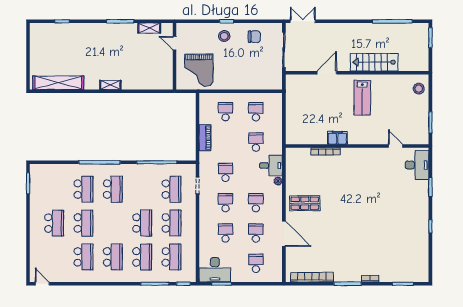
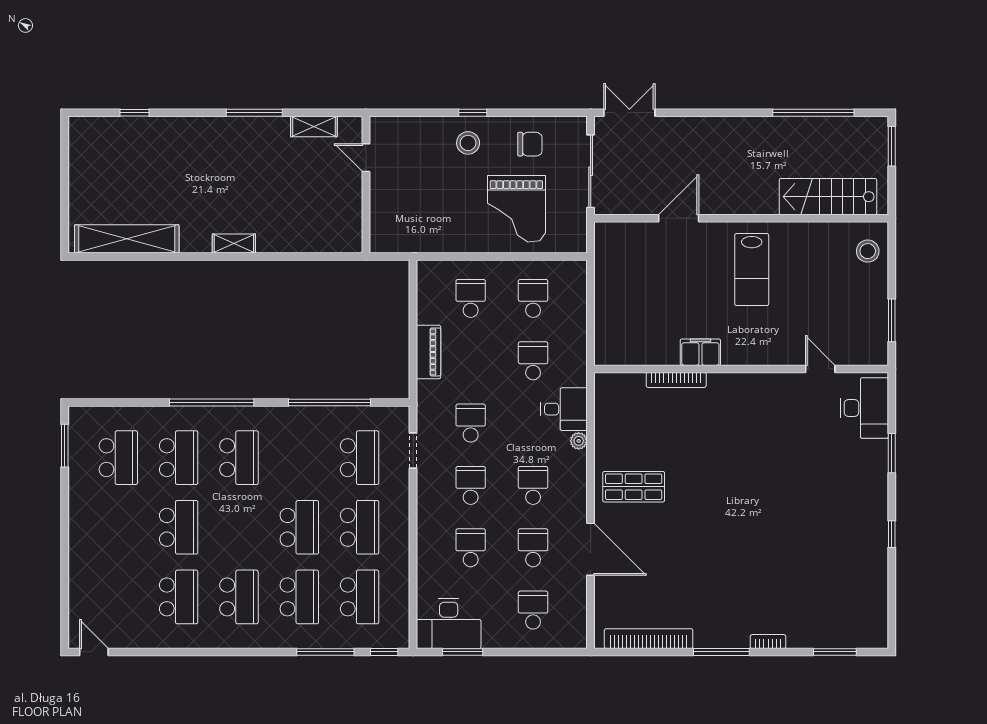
stairs: (374, 62) -> (828, 197), moved
grand piano: (199, 70) -> (516, 209), moved
school desk: (54, 223) -> (118, 458), moved

